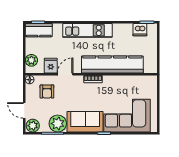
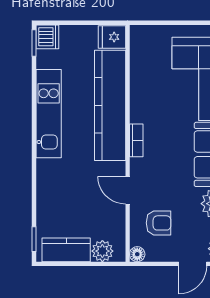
kitchen counter: (39, 30) -> (66, 250), moved, turned -90
kitchen unit: (87, 30) -> (49, 114), moved
dishwasher: (140, 30) -> (47, 37), moved
fridge: (51, 66) -> (112, 37), moved

